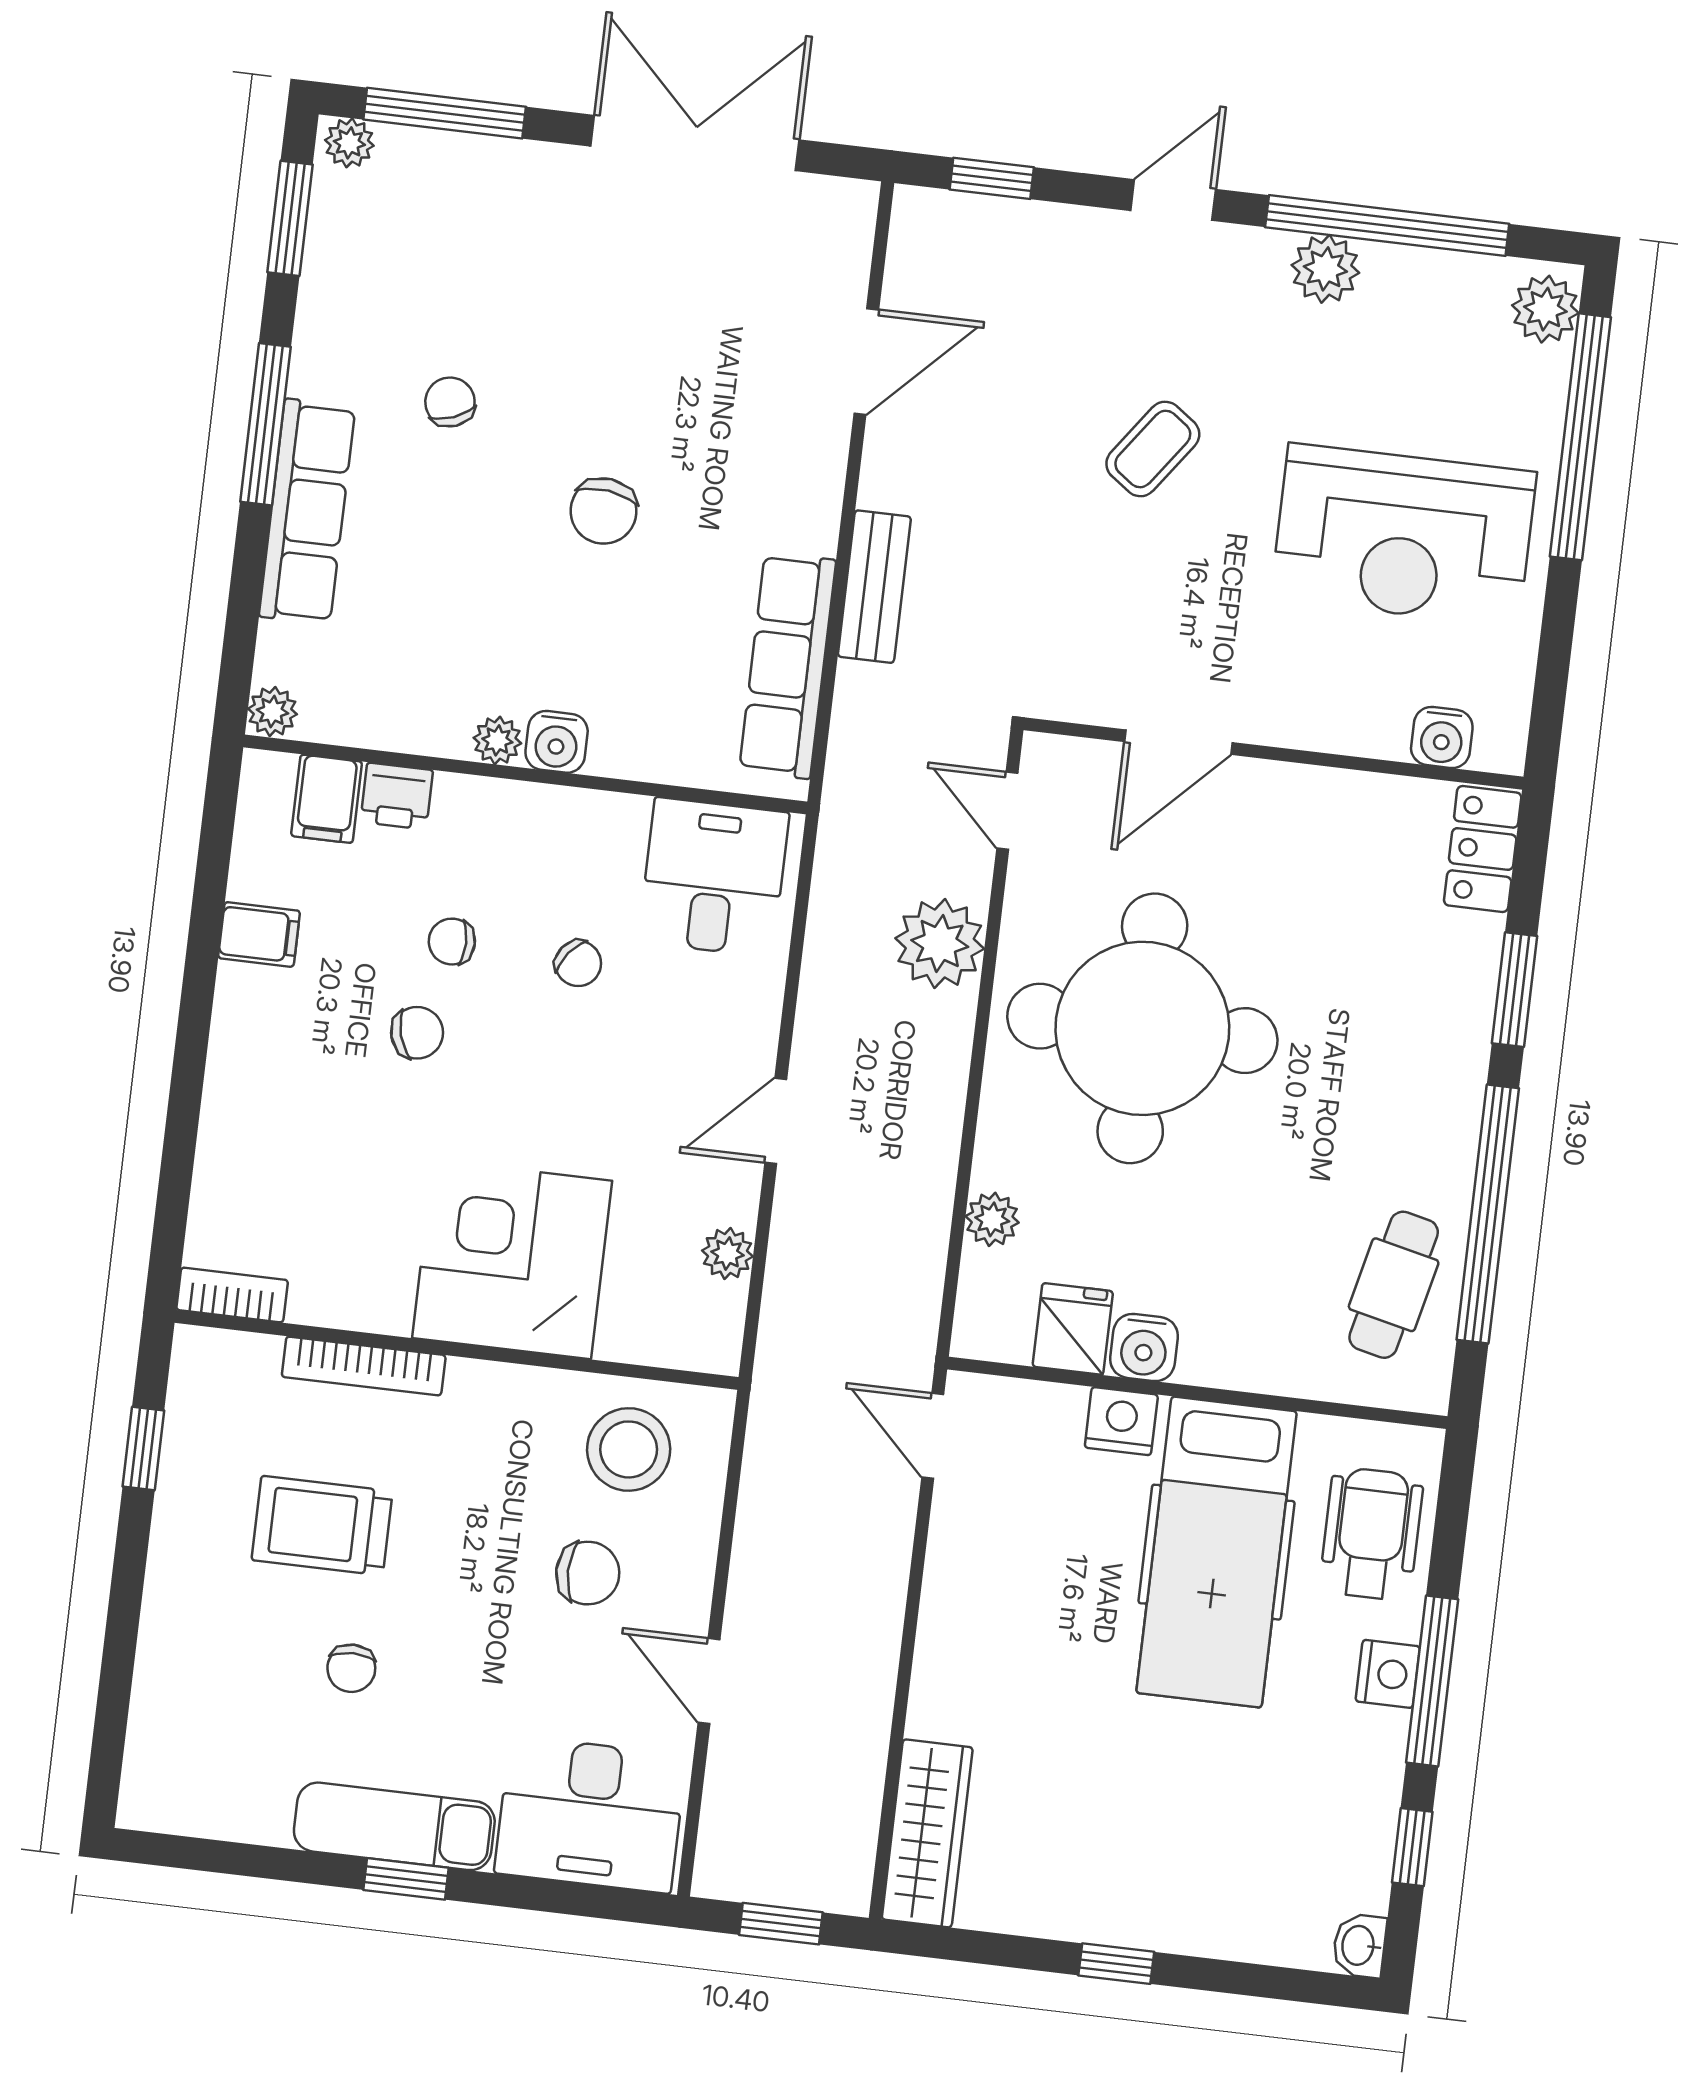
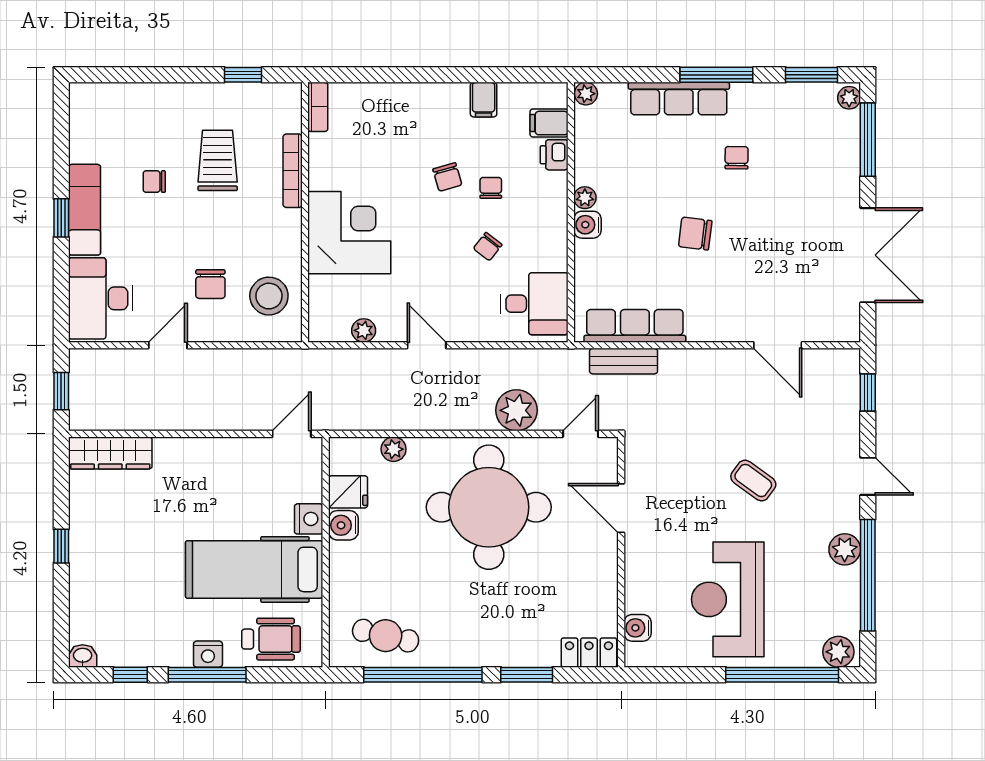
chair: (450, 402) -> (737, 158), turned -68
bench: (874, 587) -> (624, 361), moved

